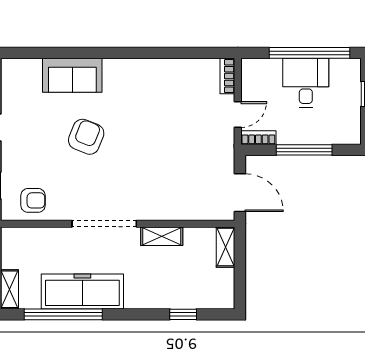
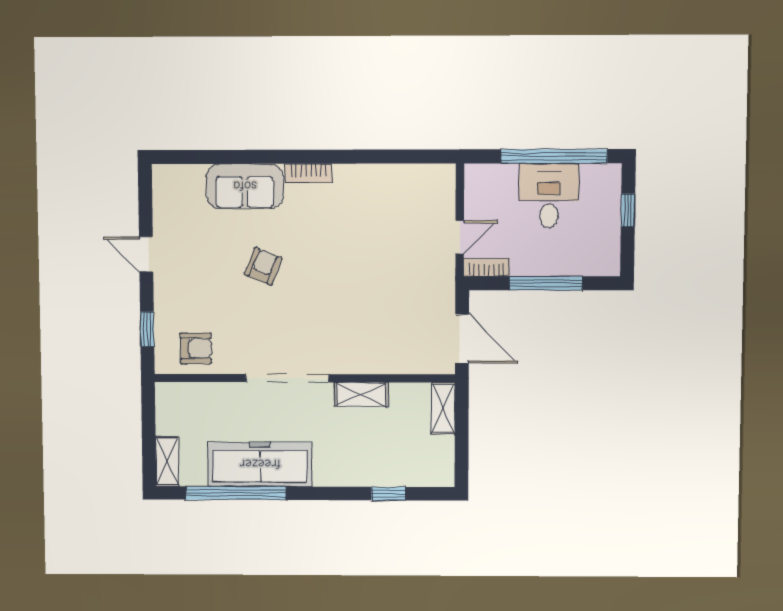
bookcase: (227, 76) -> (309, 173), moved, turned -90
armchair: (86, 137) -> (263, 266), width x0.72, depth x0.72

